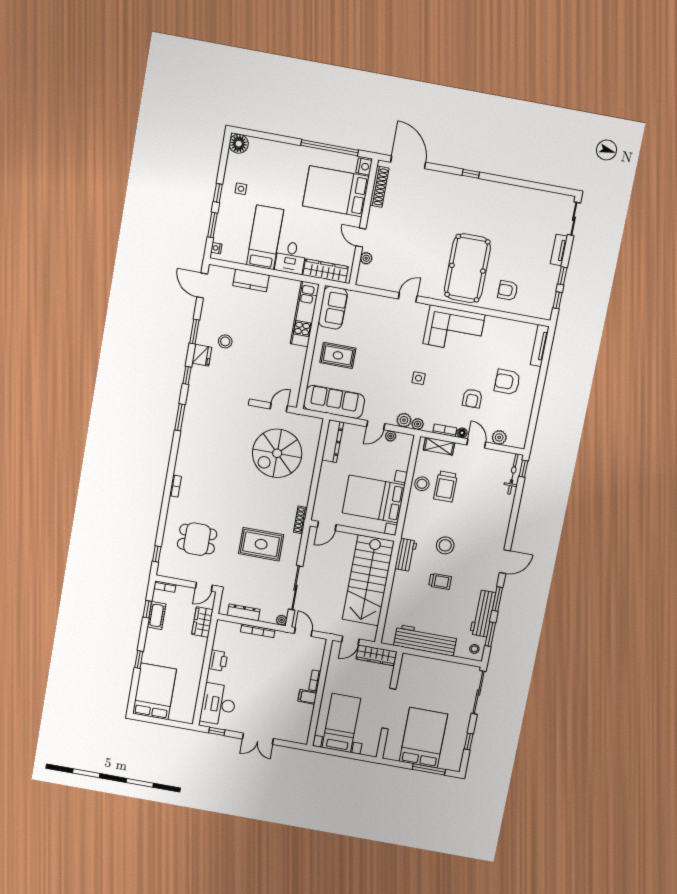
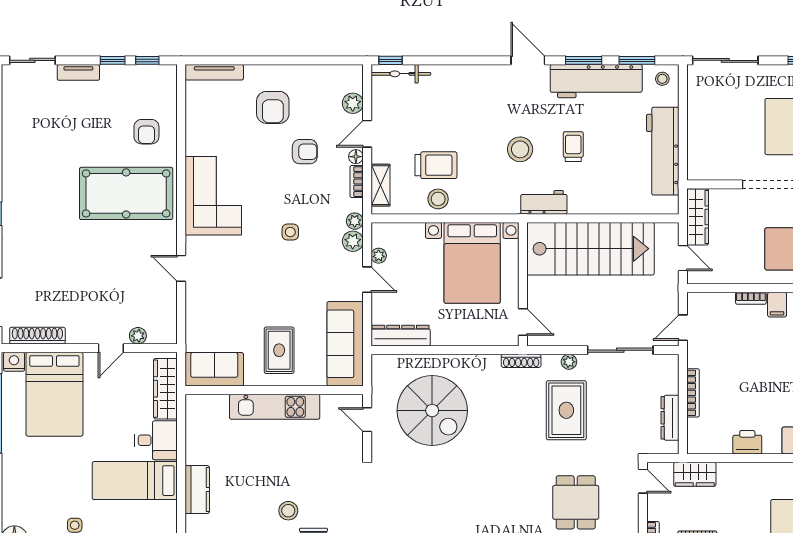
kitchen unit: (305, 314) -> (275, 407), moved
workbench: (483, 613) -> (596, 81), width x1.36, depth x1.32
plant: (281, 620) -> (569, 362), moved

